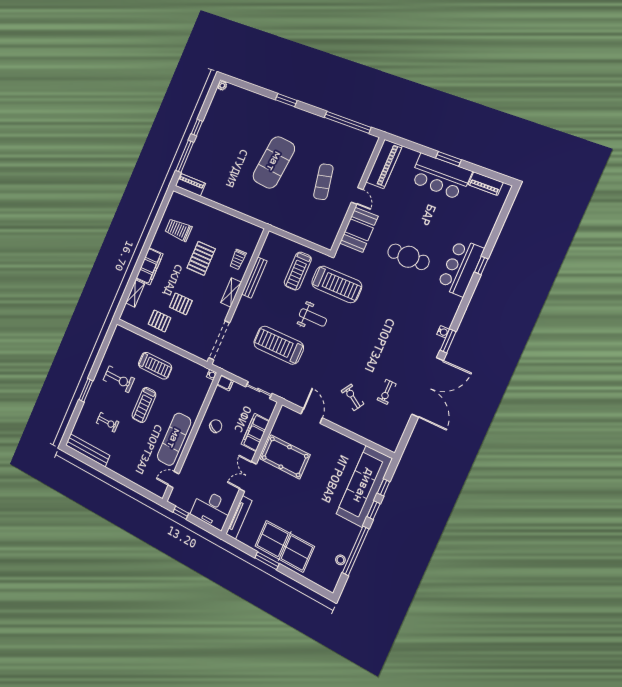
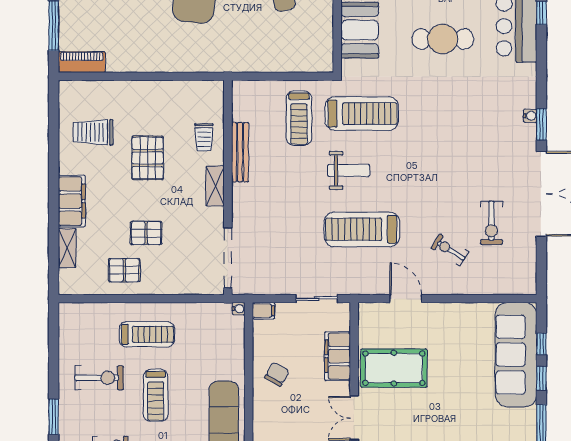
treadmill: (279, 345) -> (362, 229), moved
exercise bike: (387, 392) -> (491, 223), width x1.38, depth x1.39

